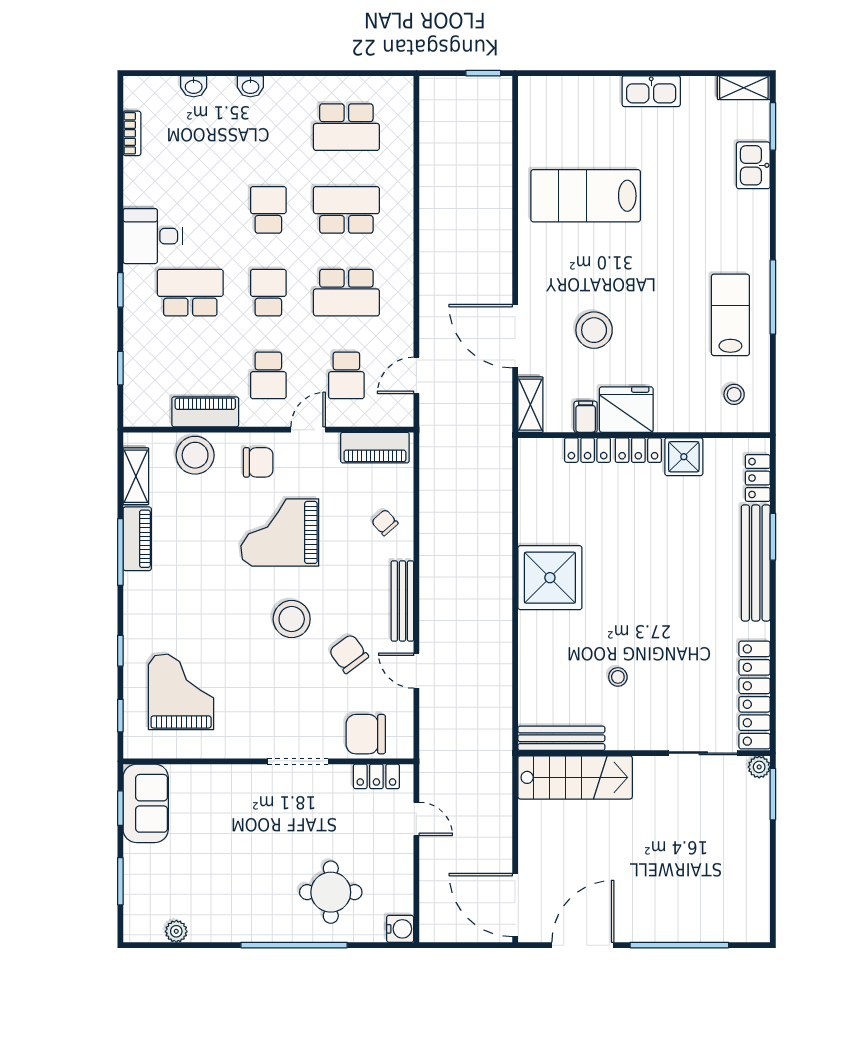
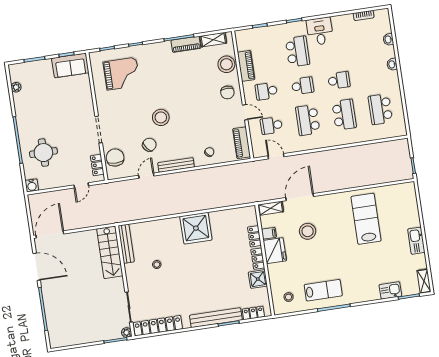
grand piano: (280, 532) -> (198, 107), removed

